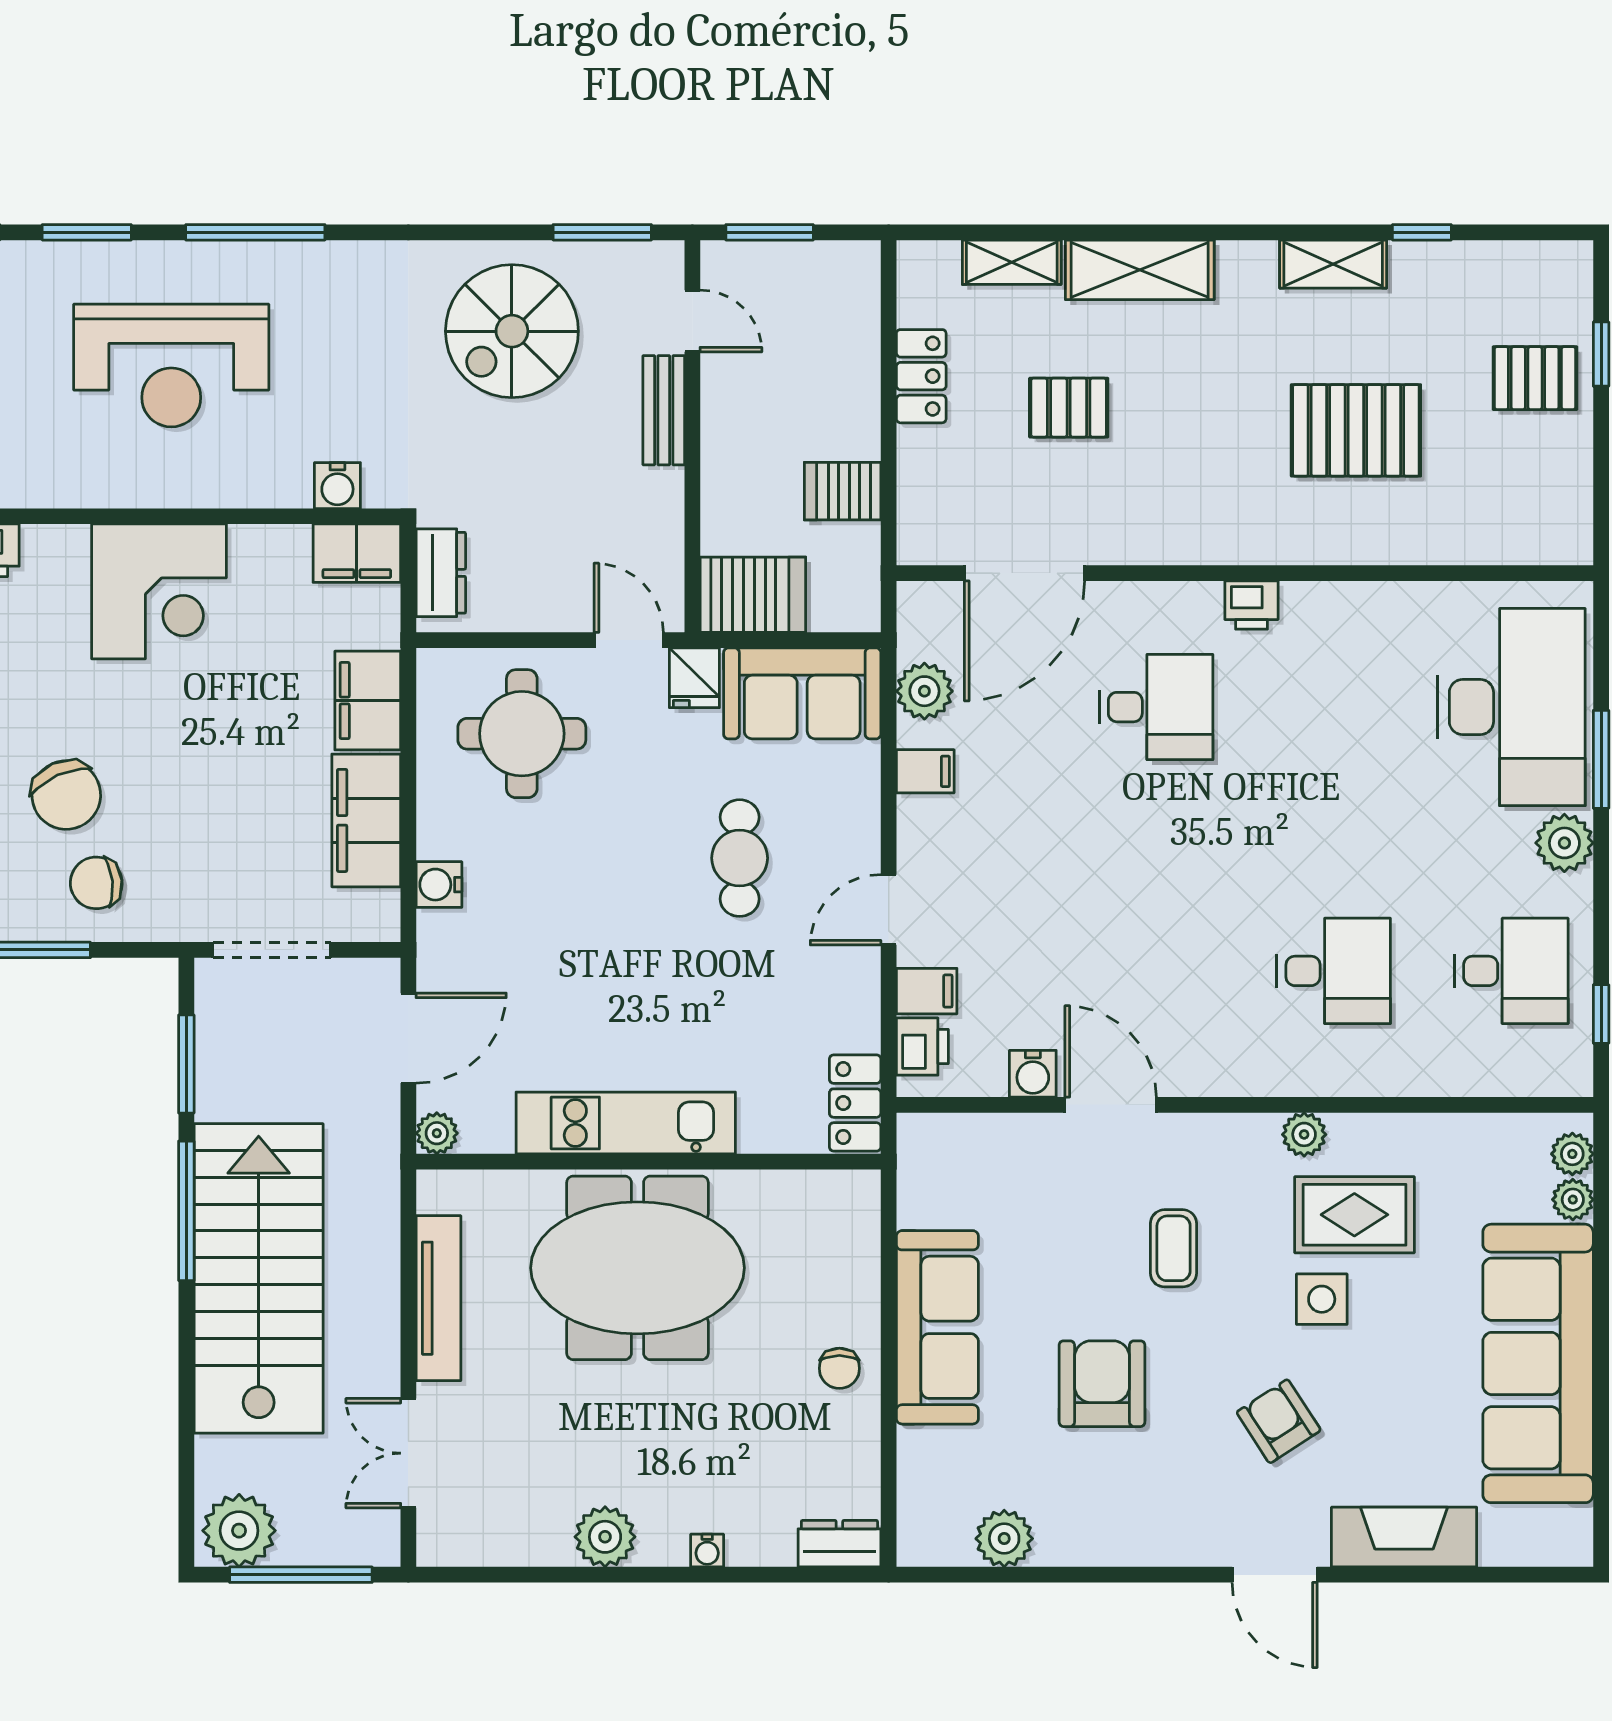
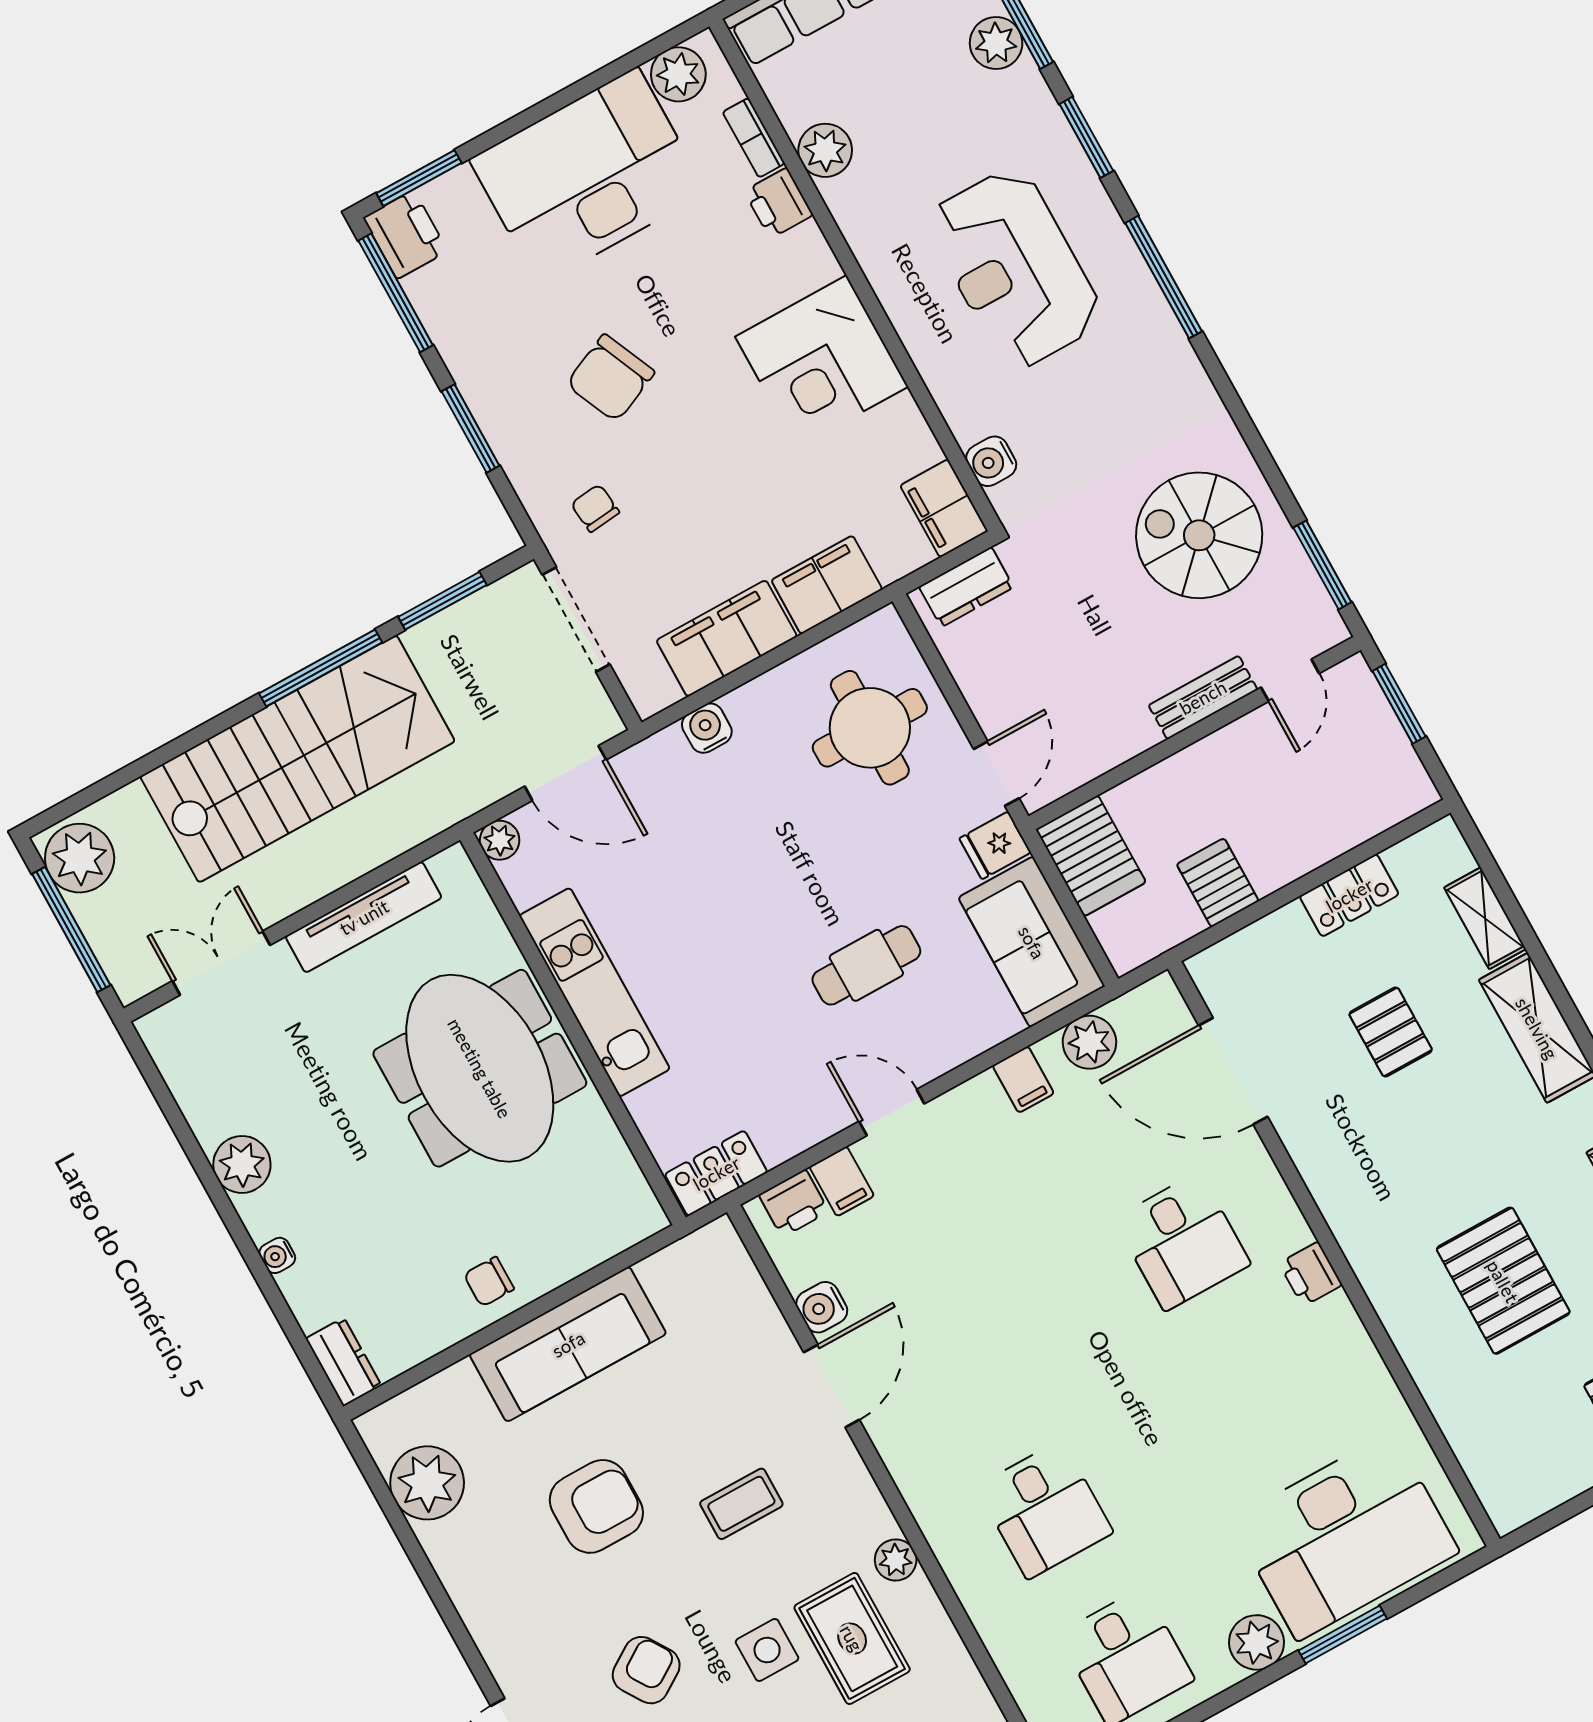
chair: (96, 883) -> (595, 508), moved, width x0.73, depth x0.73
plant: (1004, 1539) -> (427, 1483), width x1.36, depth x1.36

